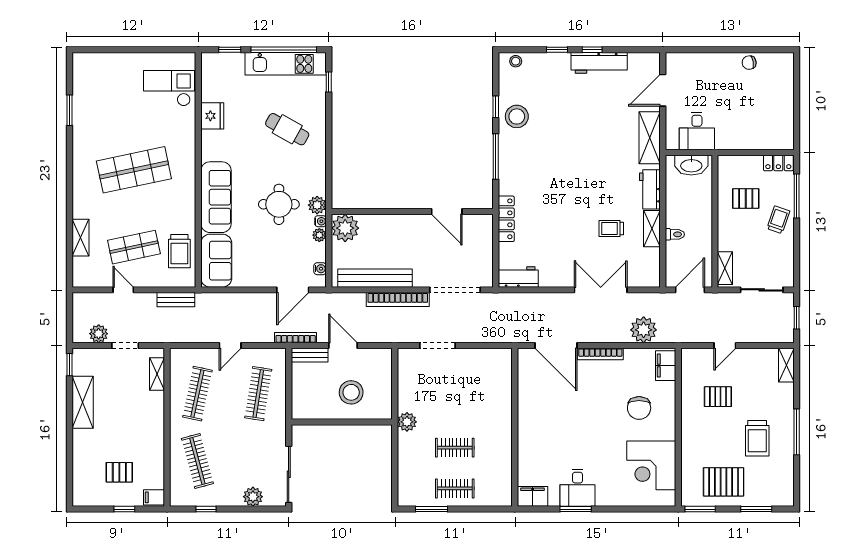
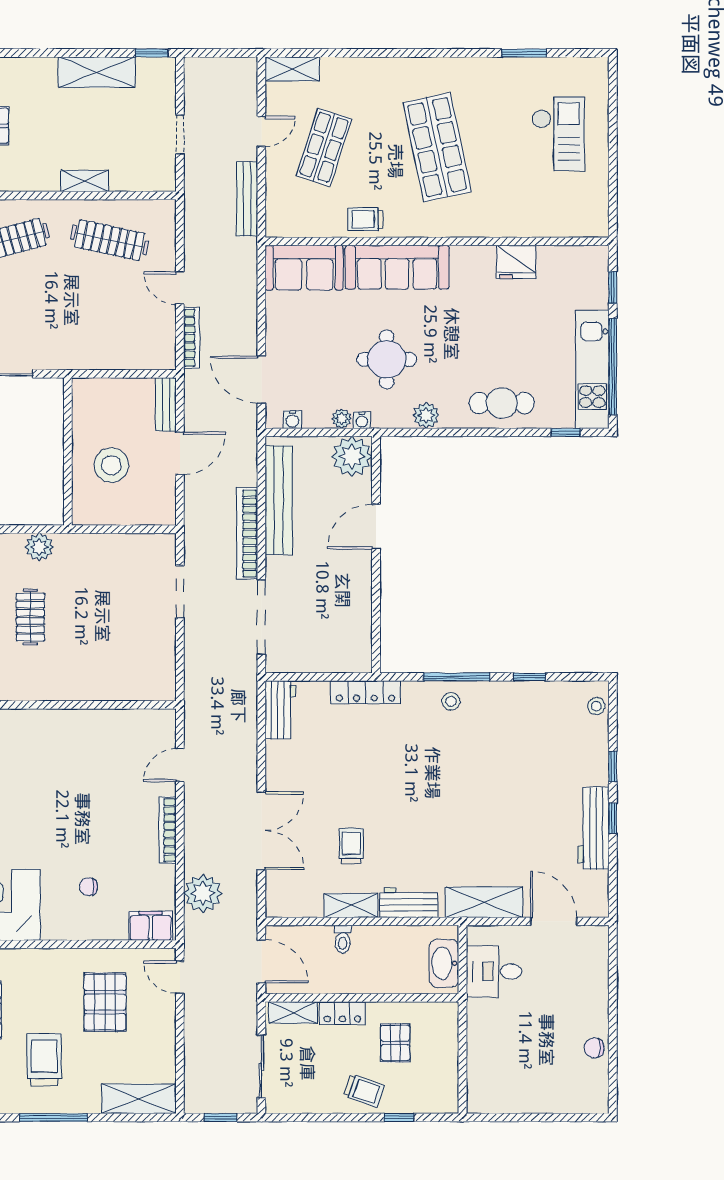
chair: (749, 63) -> (594, 1048), turned -81
checkout: (169, 88) -> (558, 134), moved
stool: (517, 116) -> (451, 701), moved, width x0.53, depth x0.53
cafe table: (287, 129) -> (502, 403), moved, turned 61
locker: (778, 163) -> (342, 1013), moved, turned -90
window: (797, 196) -> (399, 1117), width x0.46
plant: (317, 205) -> (426, 415), moved
door: (447, 212) -> (376, 527), moved
shelving: (80, 238) -> (292, 69), moved
shop shelf: (134, 247) -> (324, 147), turned 30
trolley: (179, 251) -> (366, 219), moved, width x0.73, depth x0.72
bench: (176, 300) -> (247, 199), width x1.36
plant: (99, 334) -> (197, 95), removed
bookcase: (296, 338) -> (191, 338), moved
door: (556, 346) -> (180, 765), width x0.53
door: (725, 346) -> (180, 977), moved
shelving: (786, 365) -> (139, 1099), width x1.50, depth x1.33
shelving: (157, 374) -> (85, 181), moved
clothes rail: (258, 394) -> (110, 329), removed
pallet: (718, 397) -> (105, 1002), width x1.50, depth x1.42
chair: (639, 408) -> (88, 887), width x0.54, depth x0.54
plant: (407, 422) -> (39, 547), moved
trolley: (757, 438) -> (44, 1060), turned 90

